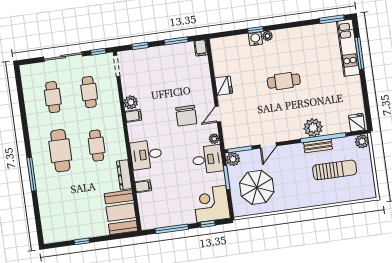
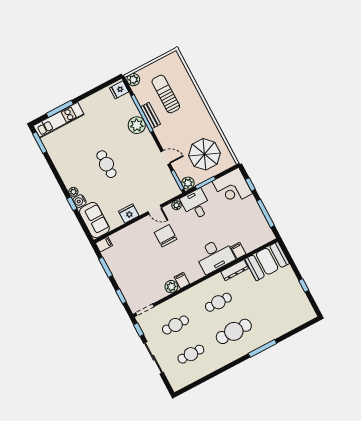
sofa: (230, 47) -> (94, 220), added
chair: (186, 116) -> (166, 236), turned -90
desk: (146, 155) -> (215, 256), width x1.37

